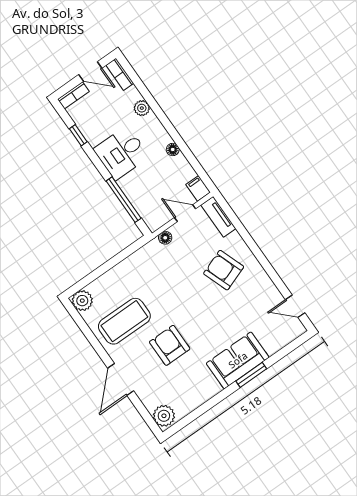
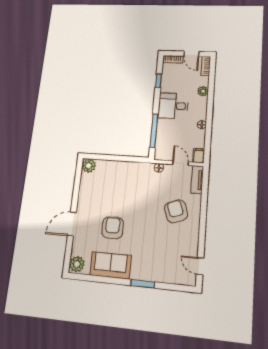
coffee table: (124, 321) -> (100, 194), removed
sofa: (238, 360) -> (111, 265), moved

